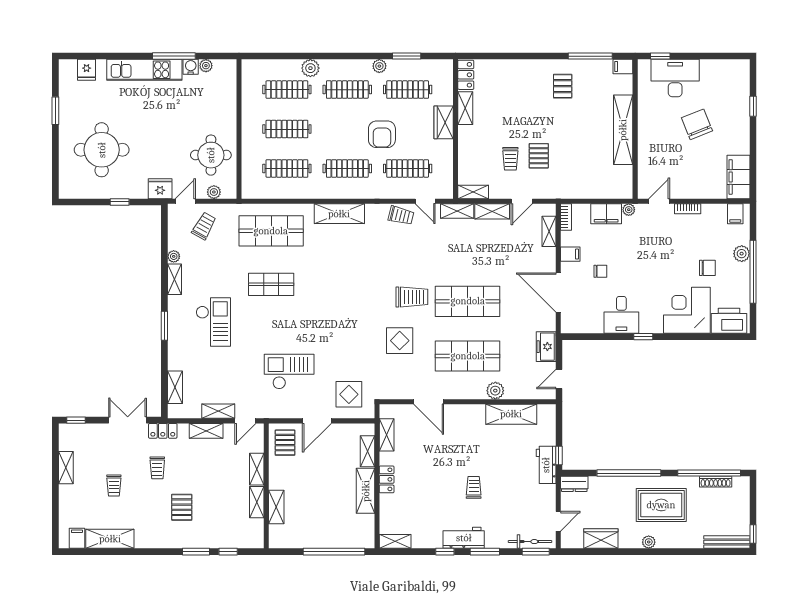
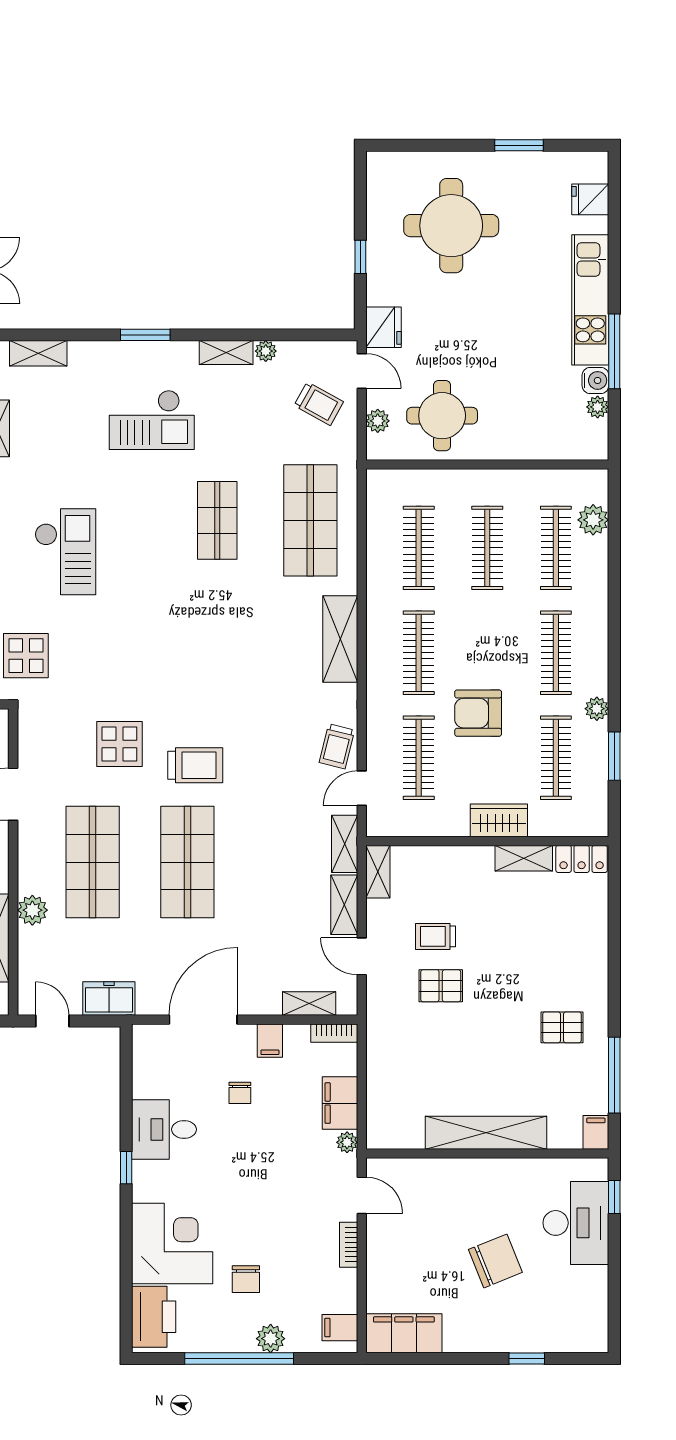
plant: (310, 68) -> (593, 520), moved
trolley: (412, 297) -> (195, 765), turned -90

